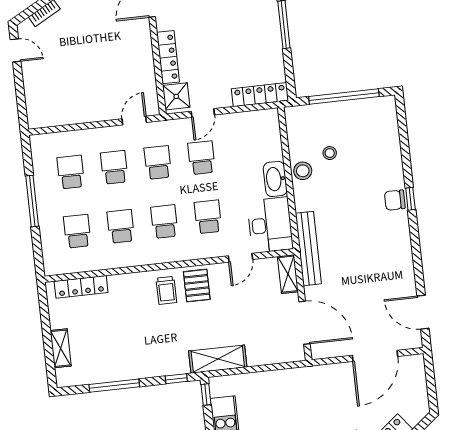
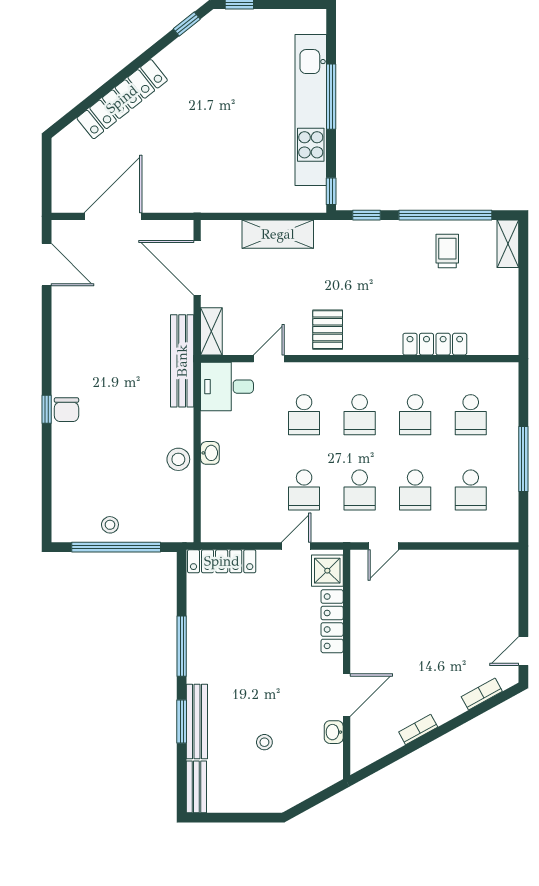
door: (15, 50) -> (523, 651), hinge flipped
stool: (330, 153) -> (110, 525), moved
washbasin: (275, 179) -> (210, 453), width x0.52, depth x0.69
chair: (395, 200) -> (66, 410), turned 90
desk: (270, 225) -> (227, 387), width x0.73
locker: (81, 287) -> (435, 344), moved
trolley: (166, 290) -> (447, 251), moved
shelving: (61, 348) -> (508, 244), moved
shelving: (218, 359) -> (278, 234), moved
window: (114, 386) -> (445, 215), width x1.46

